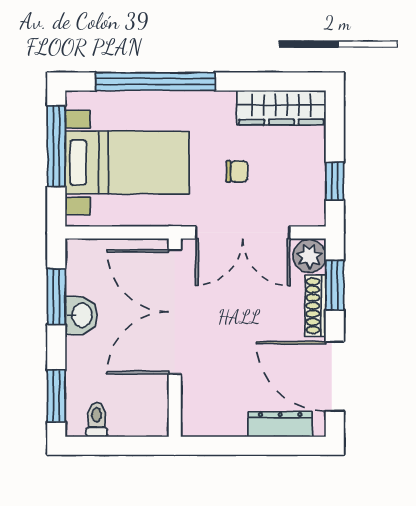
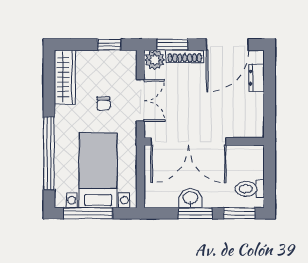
chair: (237, 171) -> (103, 104), turned 180
double door: (243, 233) -> (140, 100), width x0.73
window: (56, 297) -> (195, 213), moved
toilet: (97, 420) -> (250, 189), width x1.37, depth x1.39
dresser: (280, 424) -> (257, 78), width x0.70

